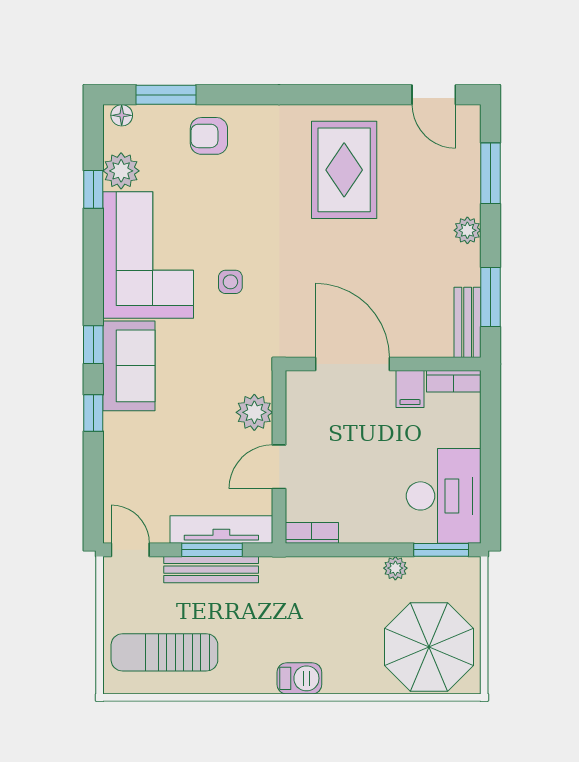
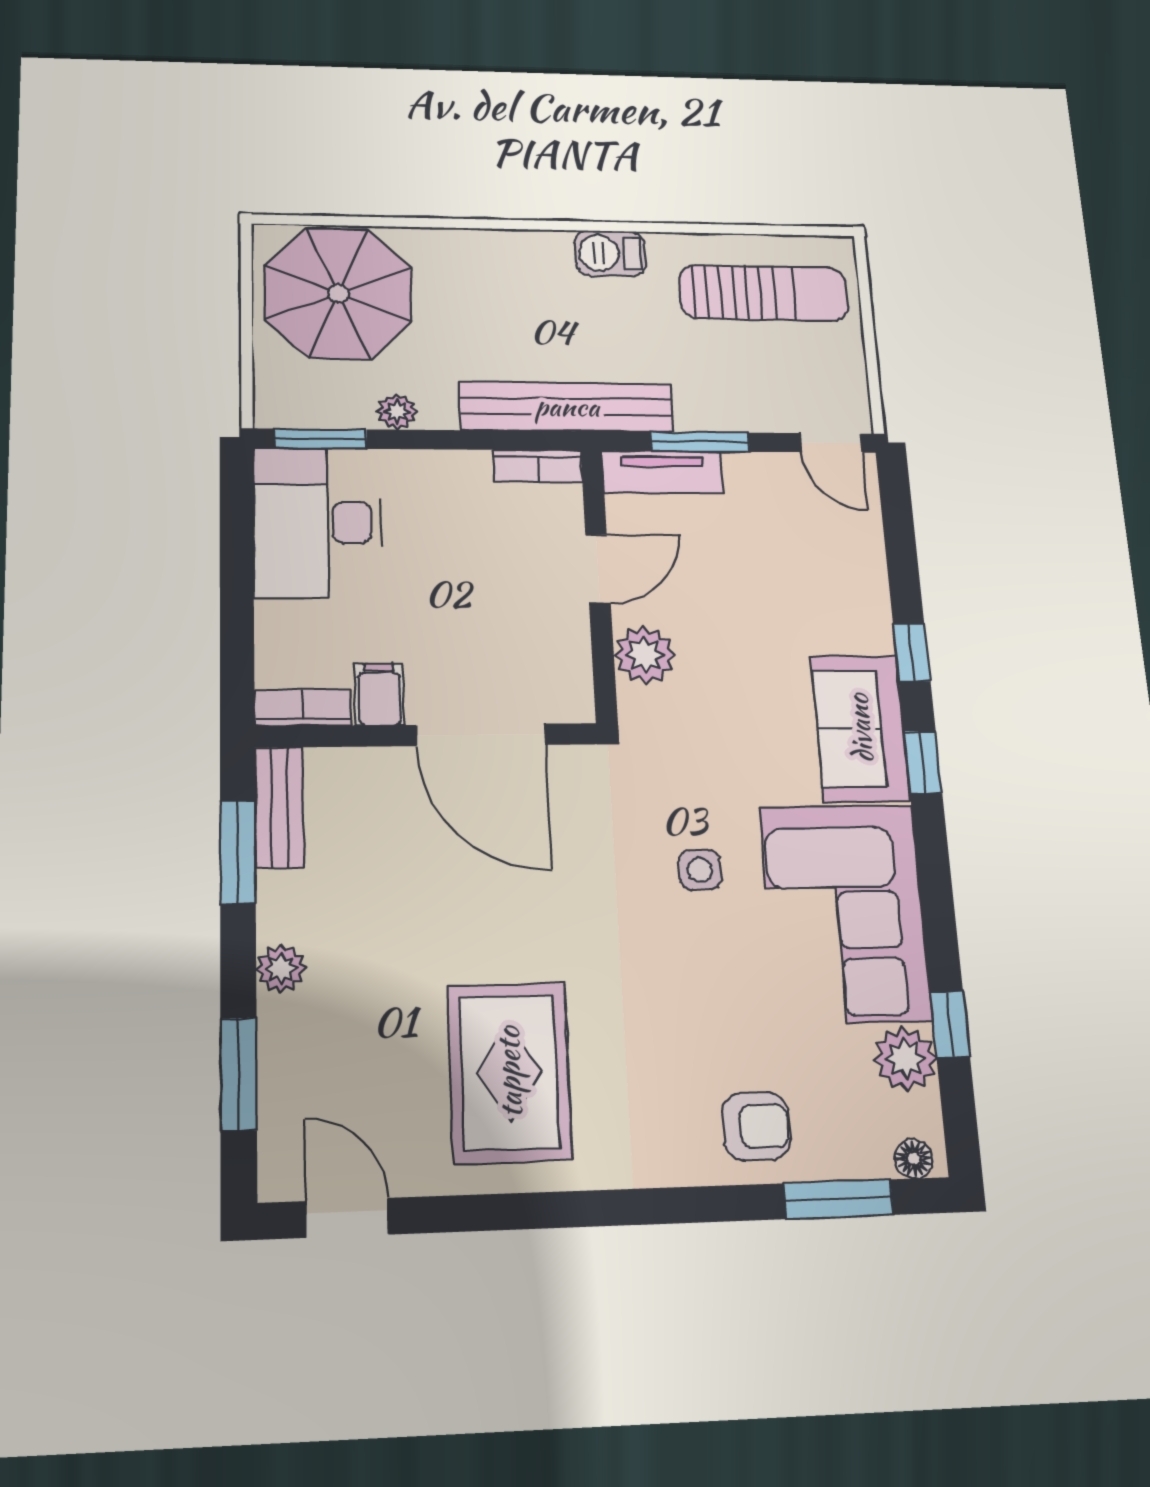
tv unit: (221, 530) -> (663, 472), width x0.71
bench: (211, 570) -> (567, 407), moved, width x1.37, depth x1.21
barbecue: (299, 678) -> (610, 253), moved

